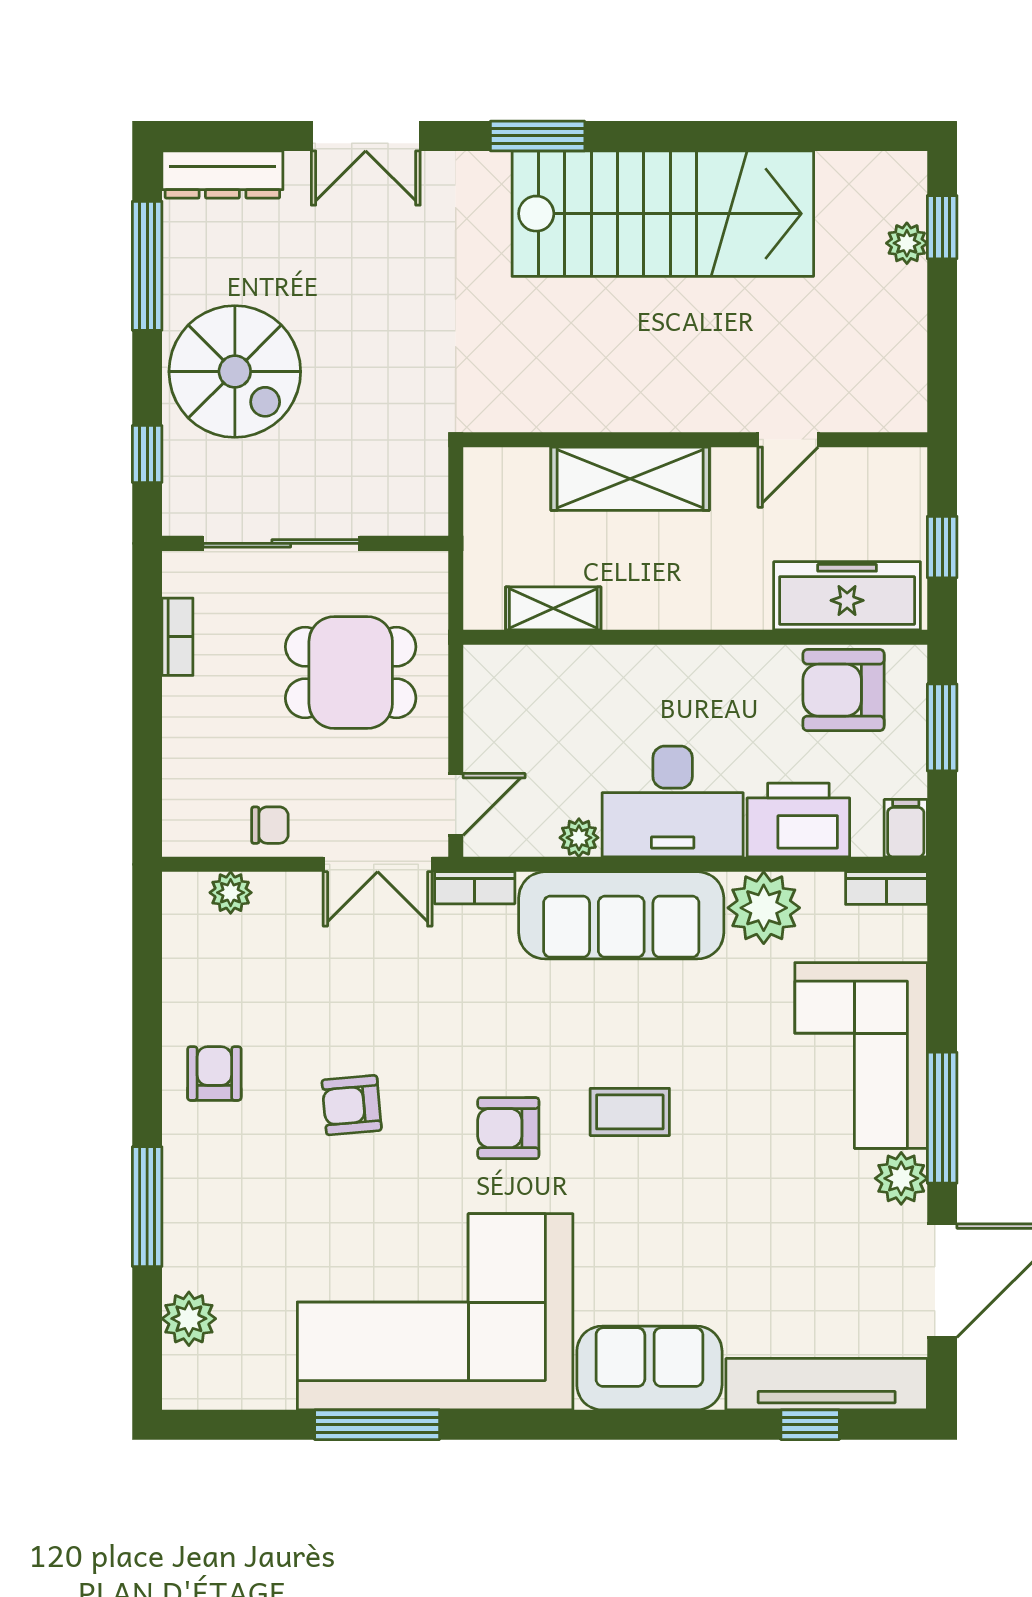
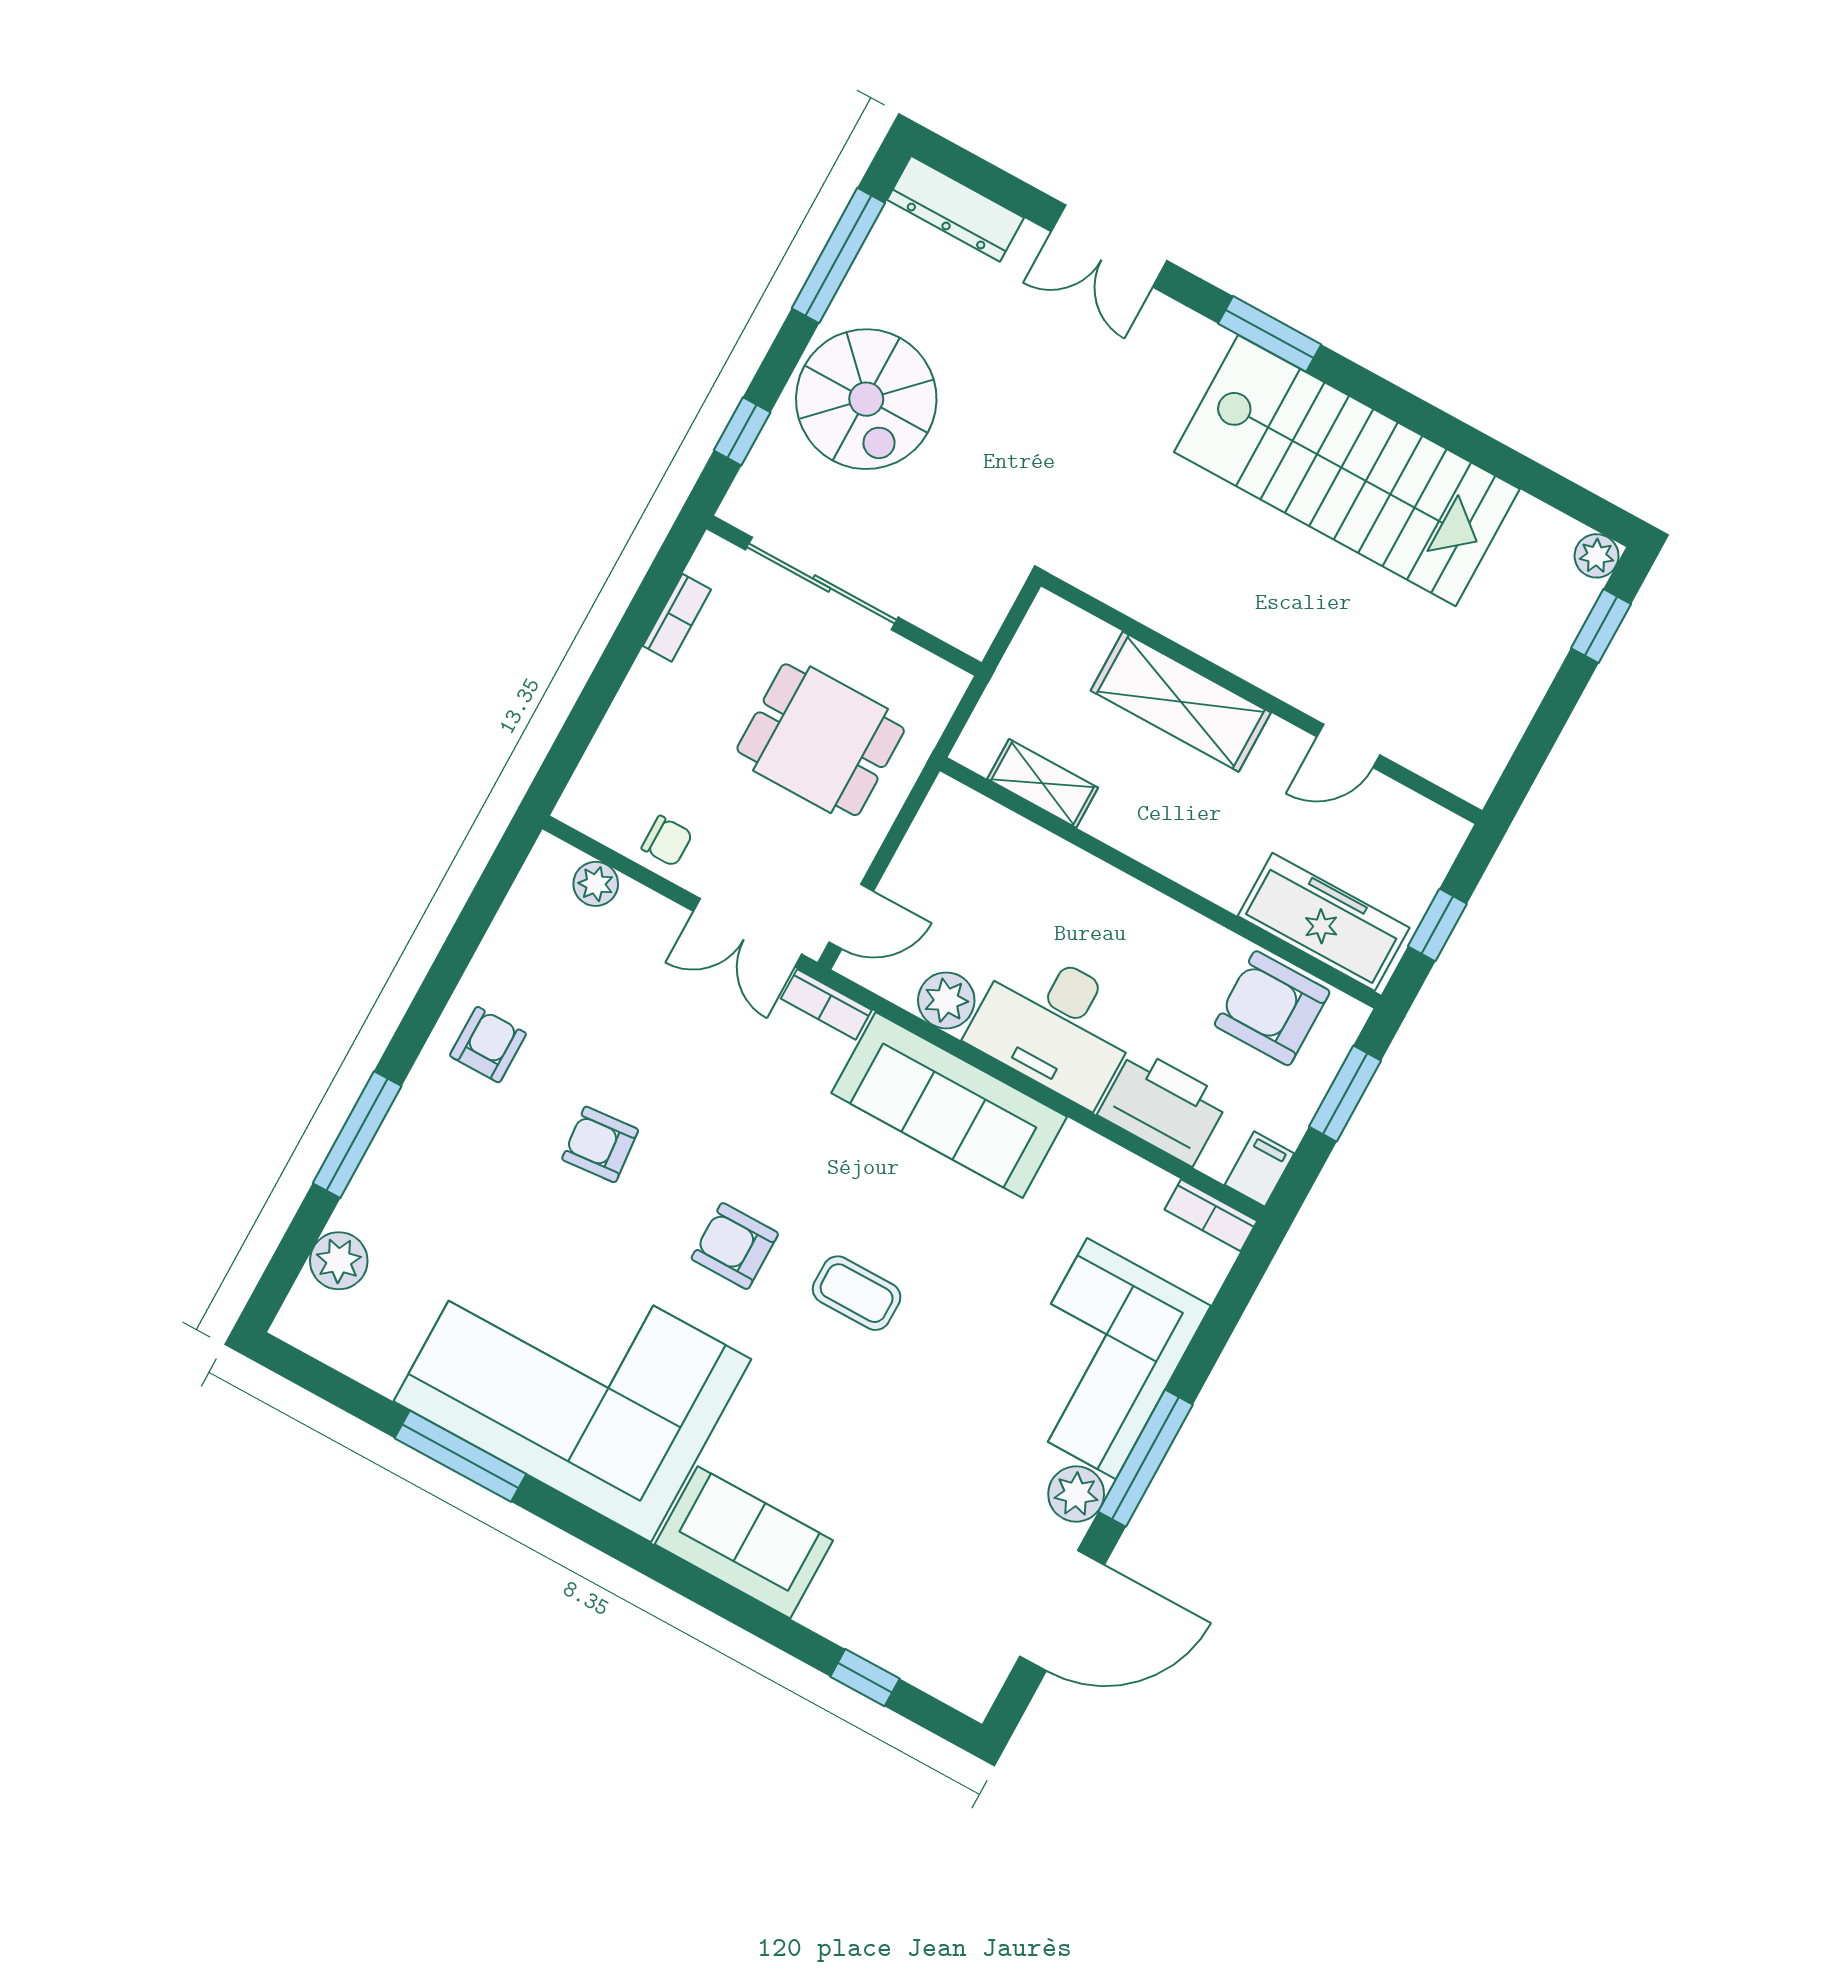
plant: (907, 243) -> (1597, 556), moved
plant: (579, 838) -> (946, 1000), width x1.38, depth x1.38
plant: (764, 908) -> (1086, 1171), removed
tv unit: (827, 1384) -> (901, 1648), removed

